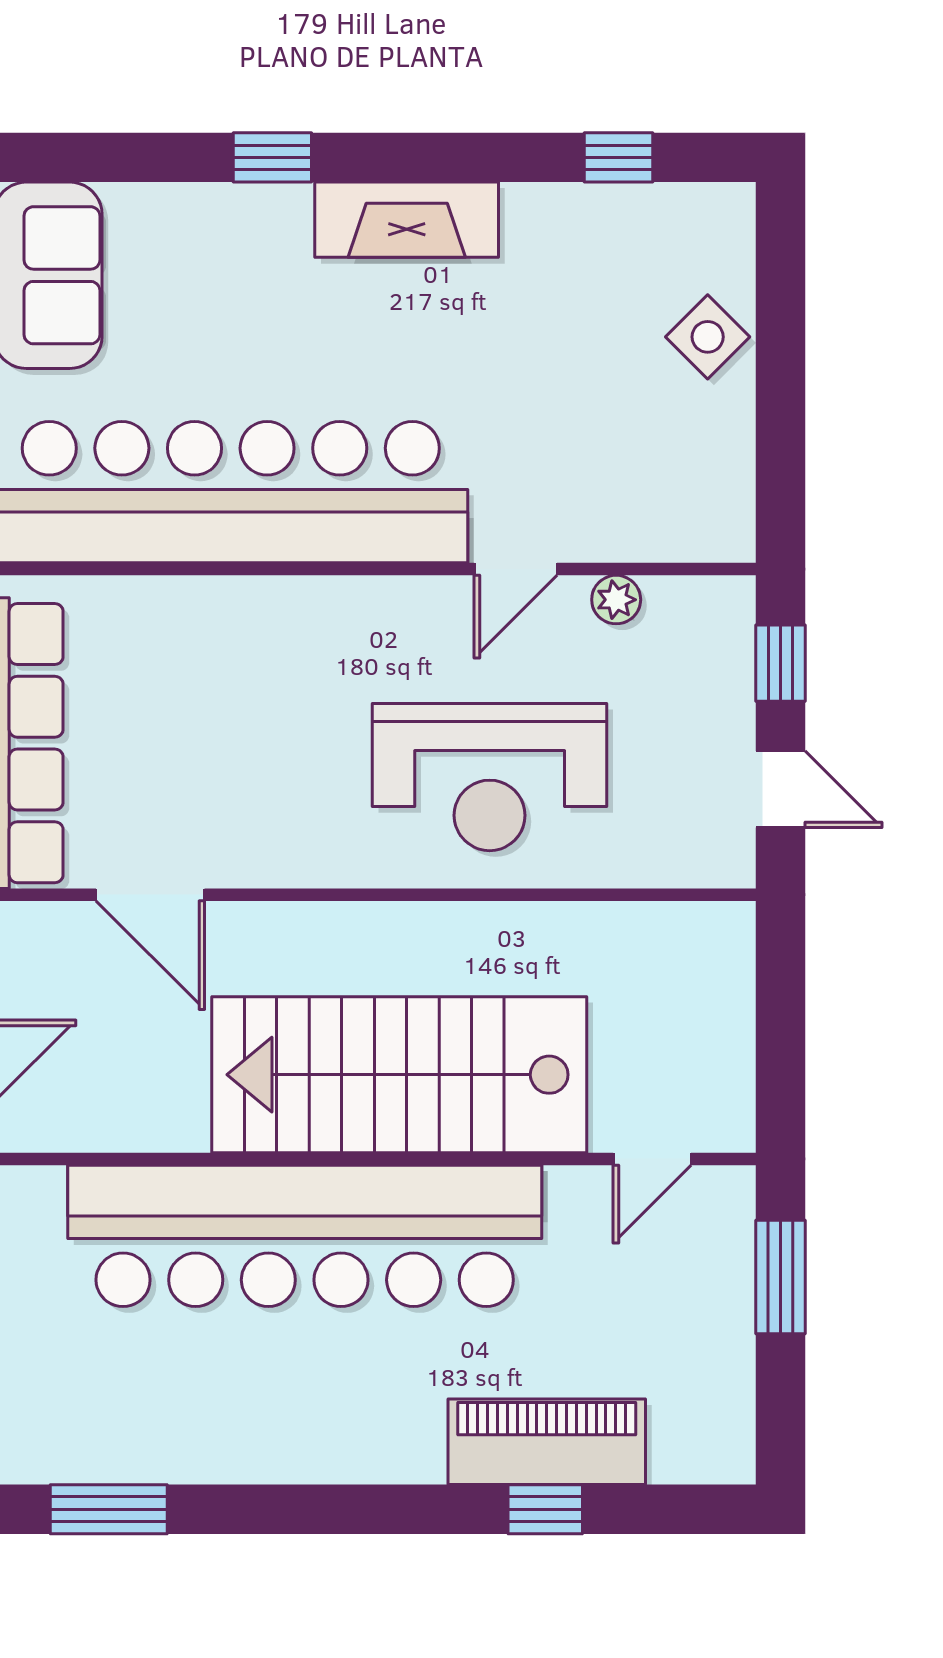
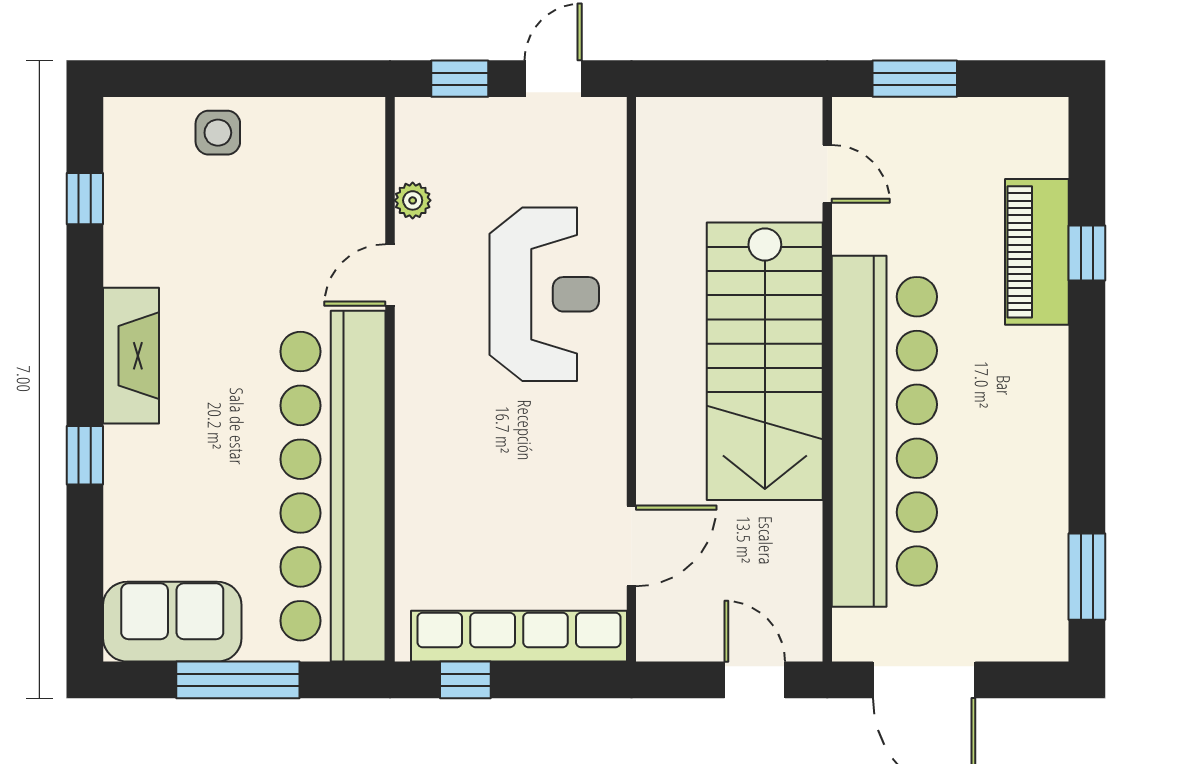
side table: (708, 337) -> (218, 133), turned 45
door: (516, 569) -> (390, 275), swing flipped

